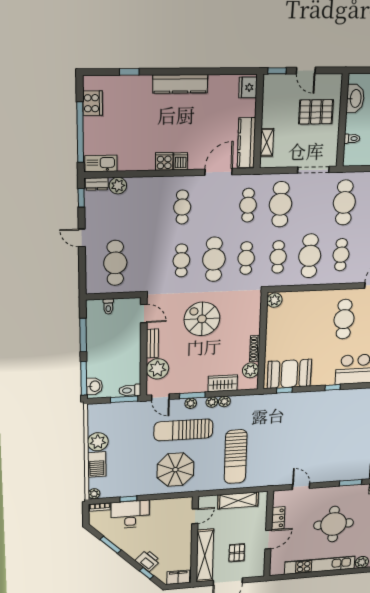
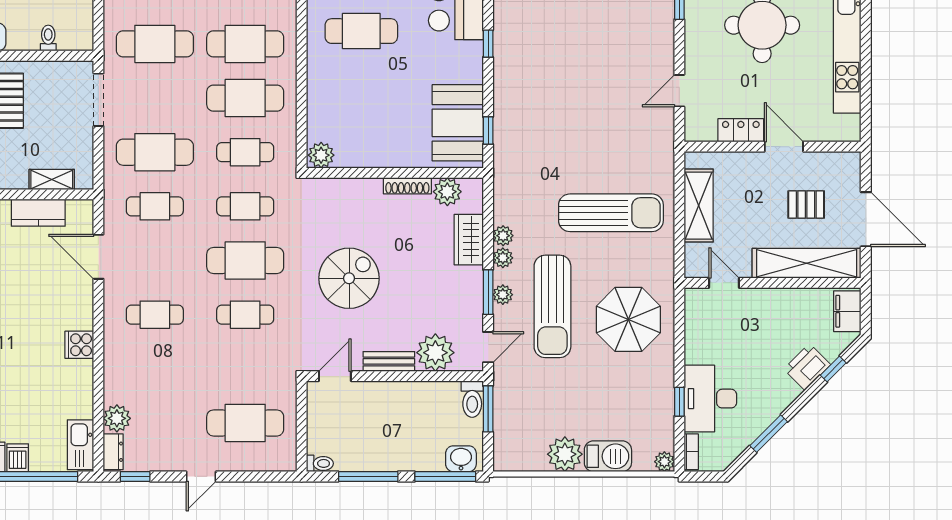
kitchen counter: (246, 143) -> (38, 213), width x0.67
dishwasher: (181, 161) -> (18, 458), moved, turned 90
cafe table: (341, 255) -> (245, 44), width x1.37, depth x1.35
toilet: (108, 306) -> (320, 463), moved
spiral stairs: (202, 319) -> (349, 278), turned 180

